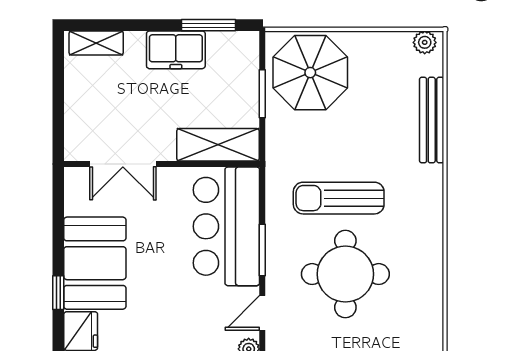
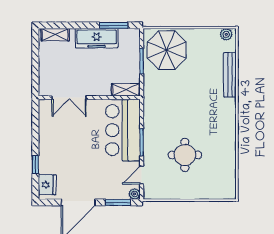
freezer: (176, 50) -> (97, 38), width x1.40
shelving: (218, 145) -> (126, 90), width x0.67, depth x0.75
sun lounger: (339, 198) -> (181, 115), removed
booth: (95, 263) -> (54, 149), removed
round table: (345, 274) -> (185, 155), width x0.73, depth x0.73

